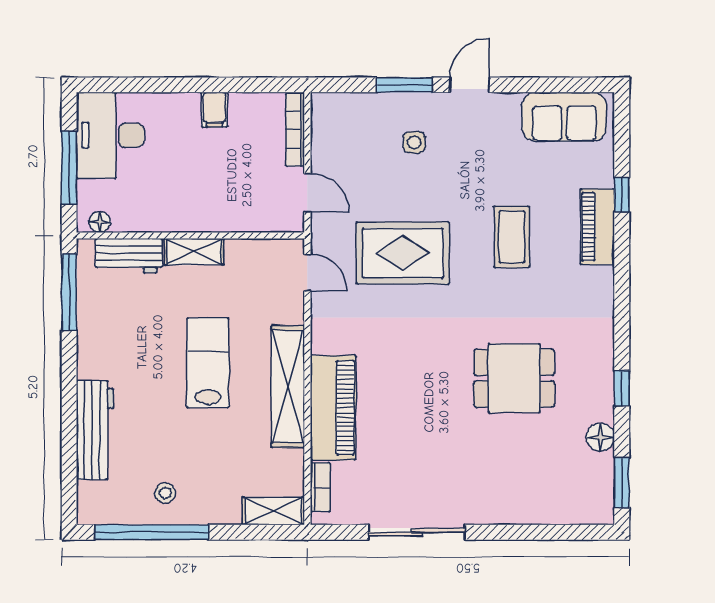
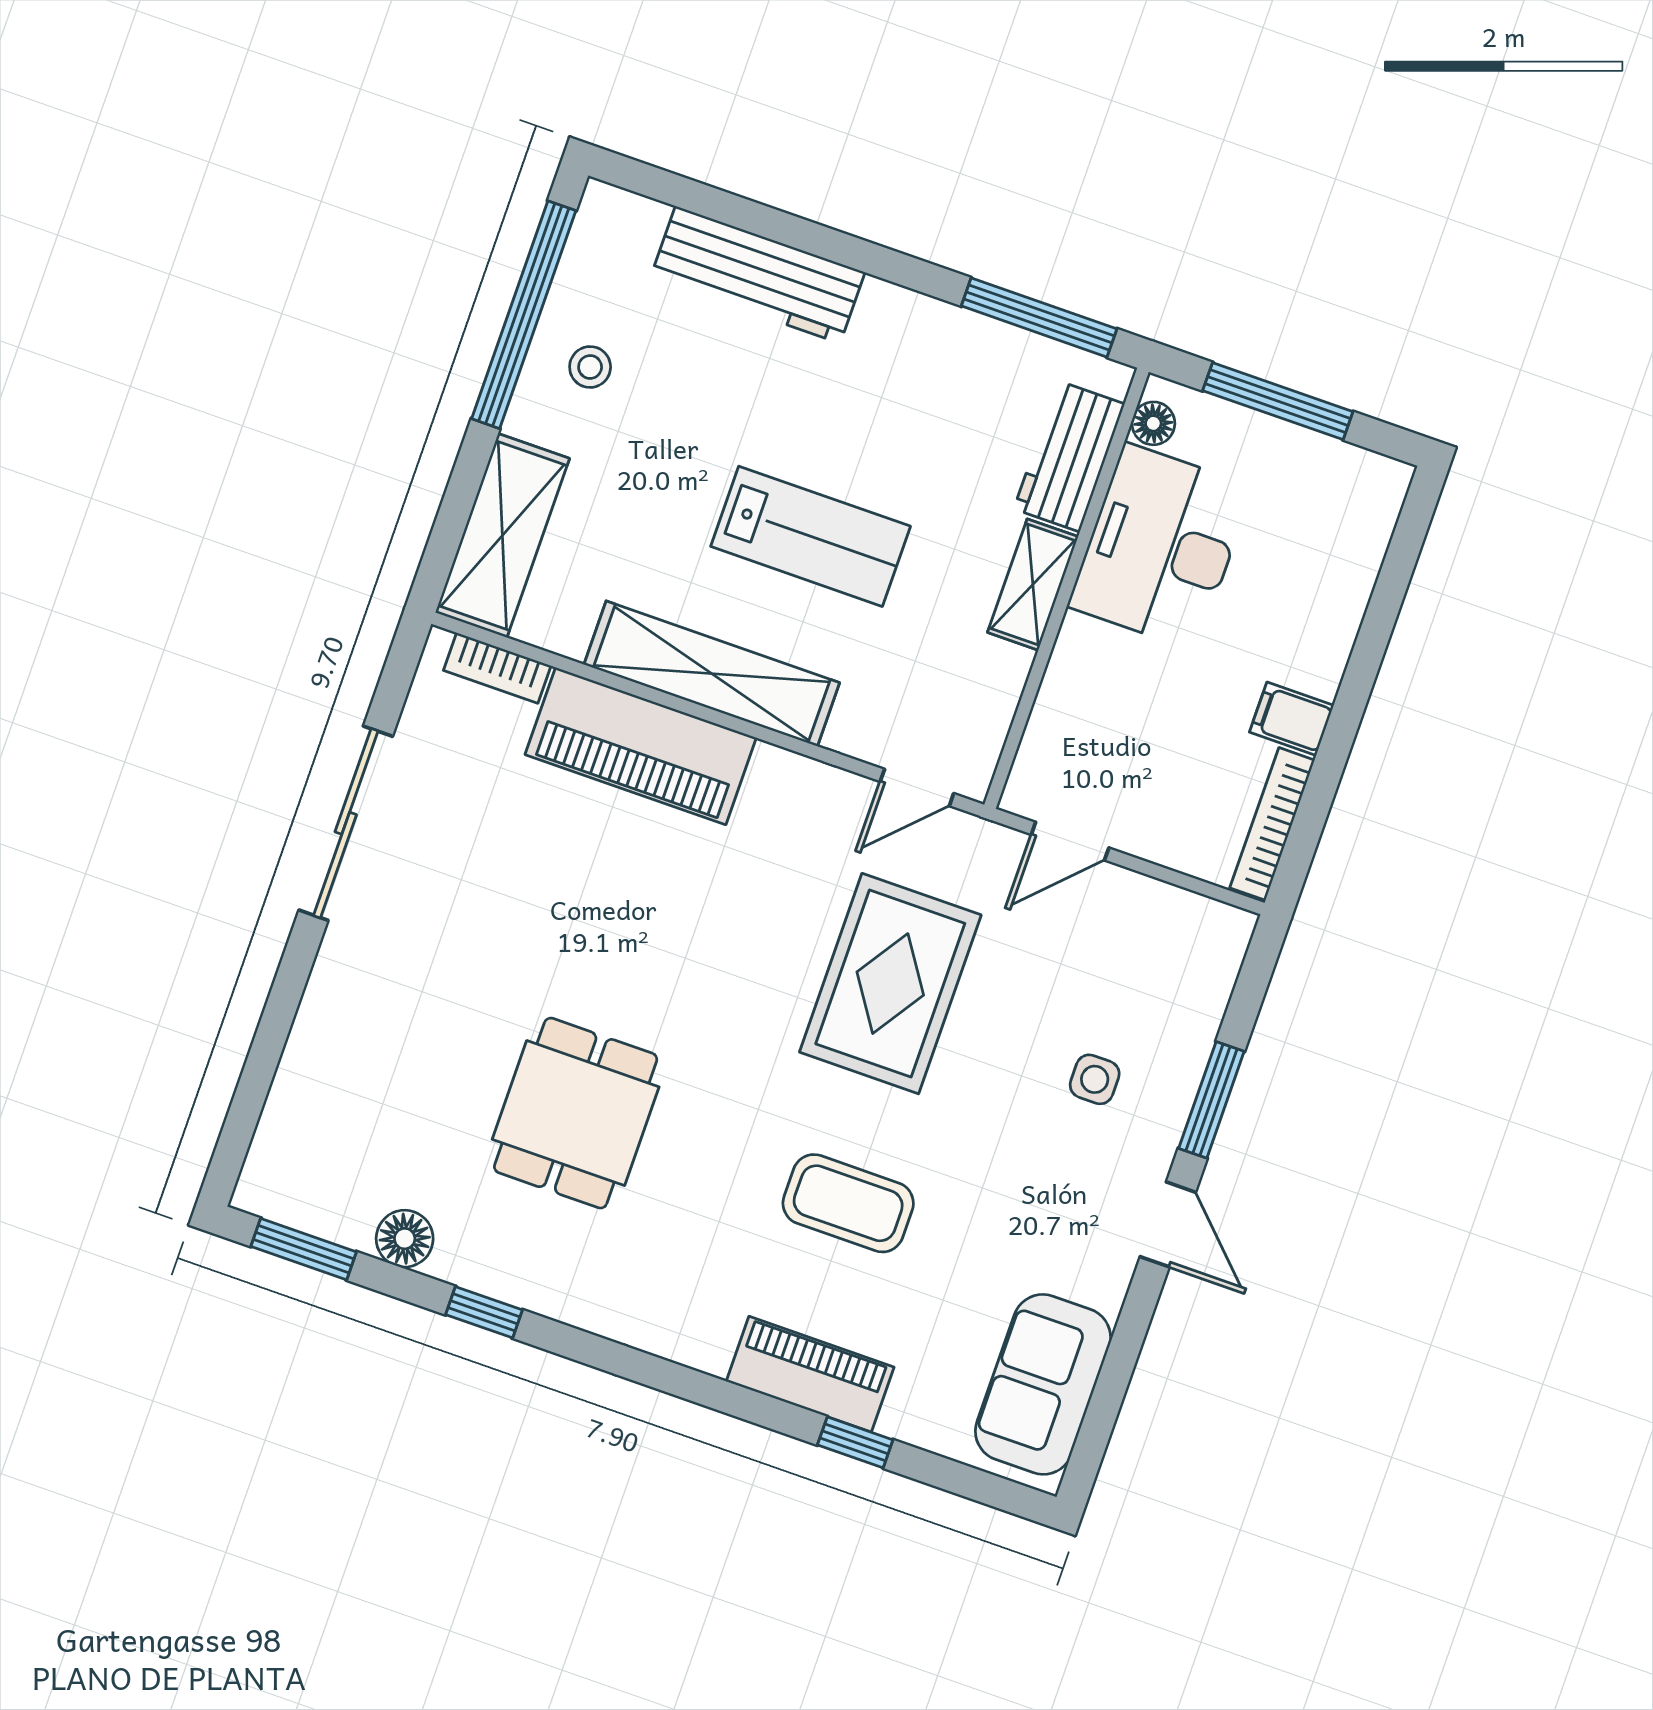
bookcase: (295, 130) -> (1272, 824), moved, turned -90
desk: (110, 135) -> (1160, 547), moved, turned -90
shelving: (273, 511) -> (502, 535), width x1.50, depth x1.33

